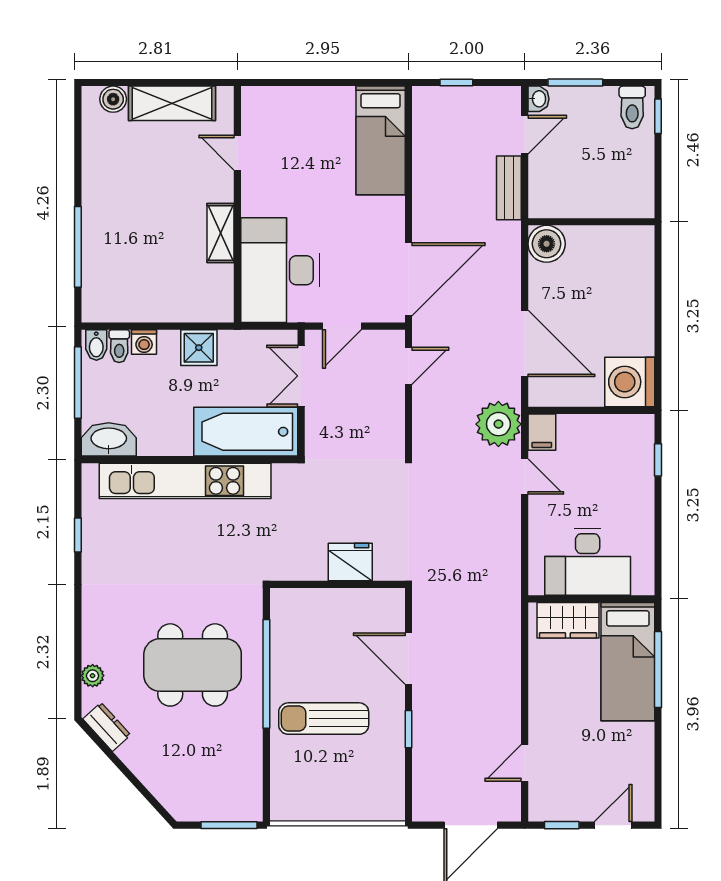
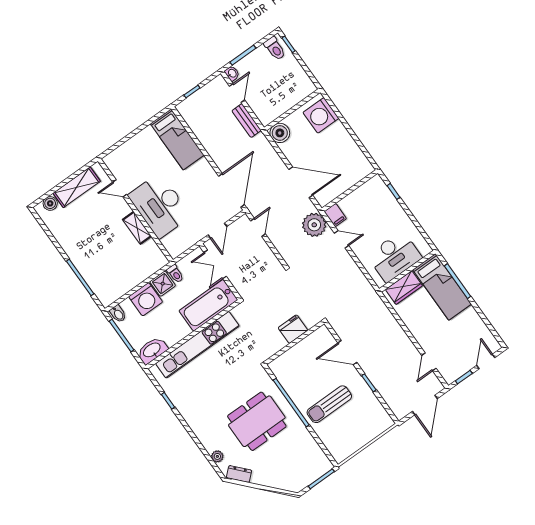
desk: (280, 270) -> (160, 206), moved
washing machine: (144, 342) -> (146, 299), width x1.89, depth x1.89
toilet: (119, 346) -> (175, 274), moved
washing machine: (630, 382) -> (321, 115), moved

